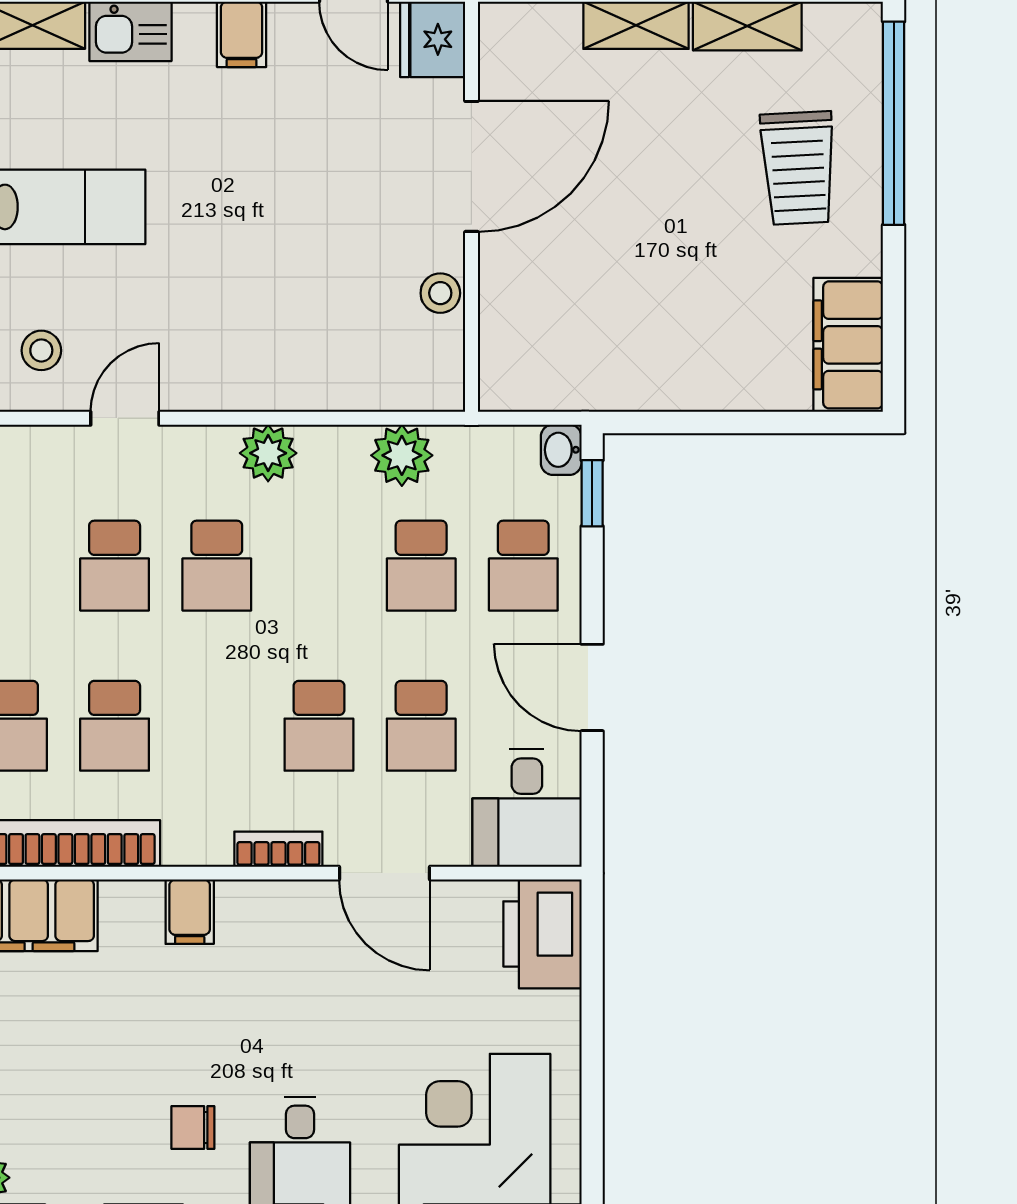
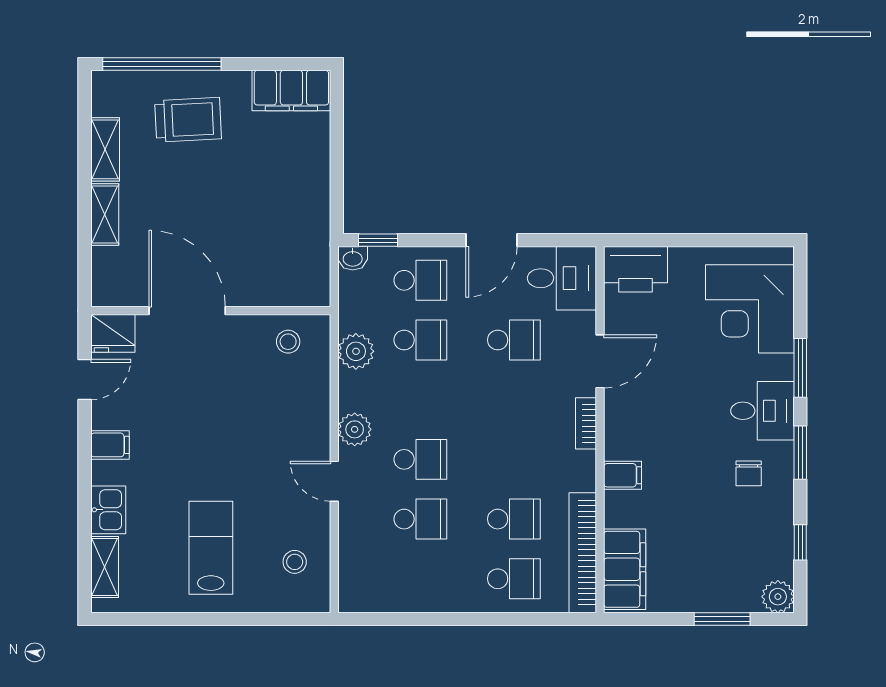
stool: (440, 293) -> (288, 342), moved
door: (125, 418) -> (334, 481), moved
school desk: (319, 726) -> (514, 400), removed

